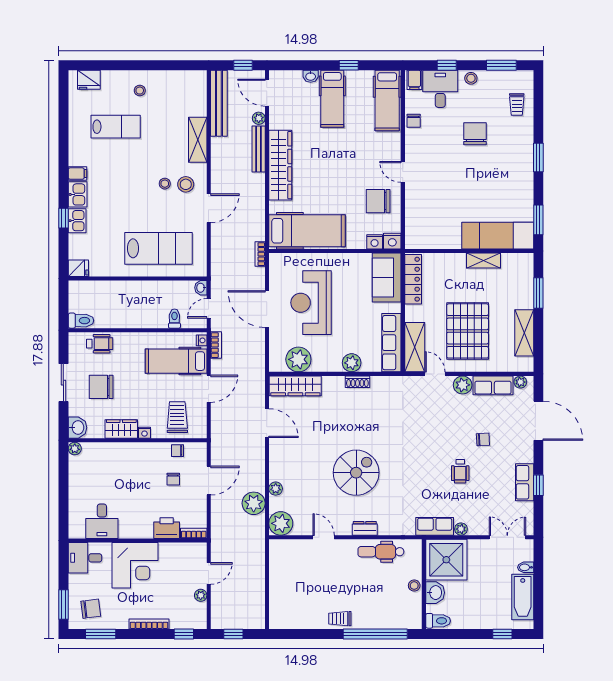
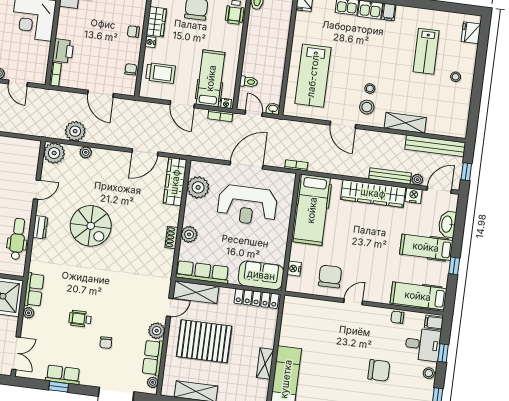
washbasin: (311, 76) -> (447, 224), width x1.91, depth x1.45
nightstand: (392, 241) -> (414, 195), moved, turned 90
reception desk: (311, 303) -> (247, 205), turned 180
chair: (173, 479) -> (133, 32), moved

